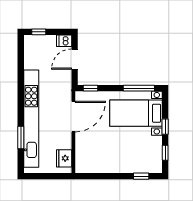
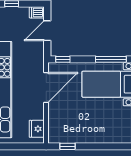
window: (141, 176) -> (68, 146), moved

